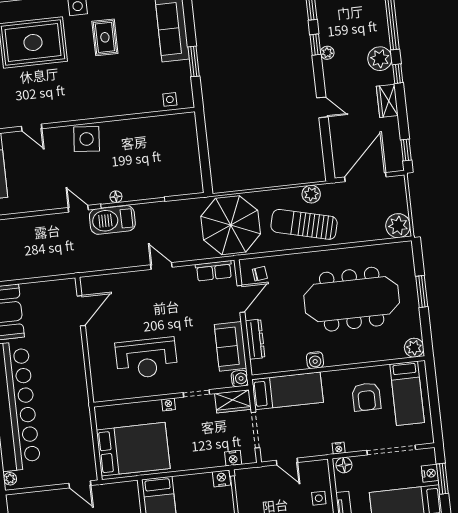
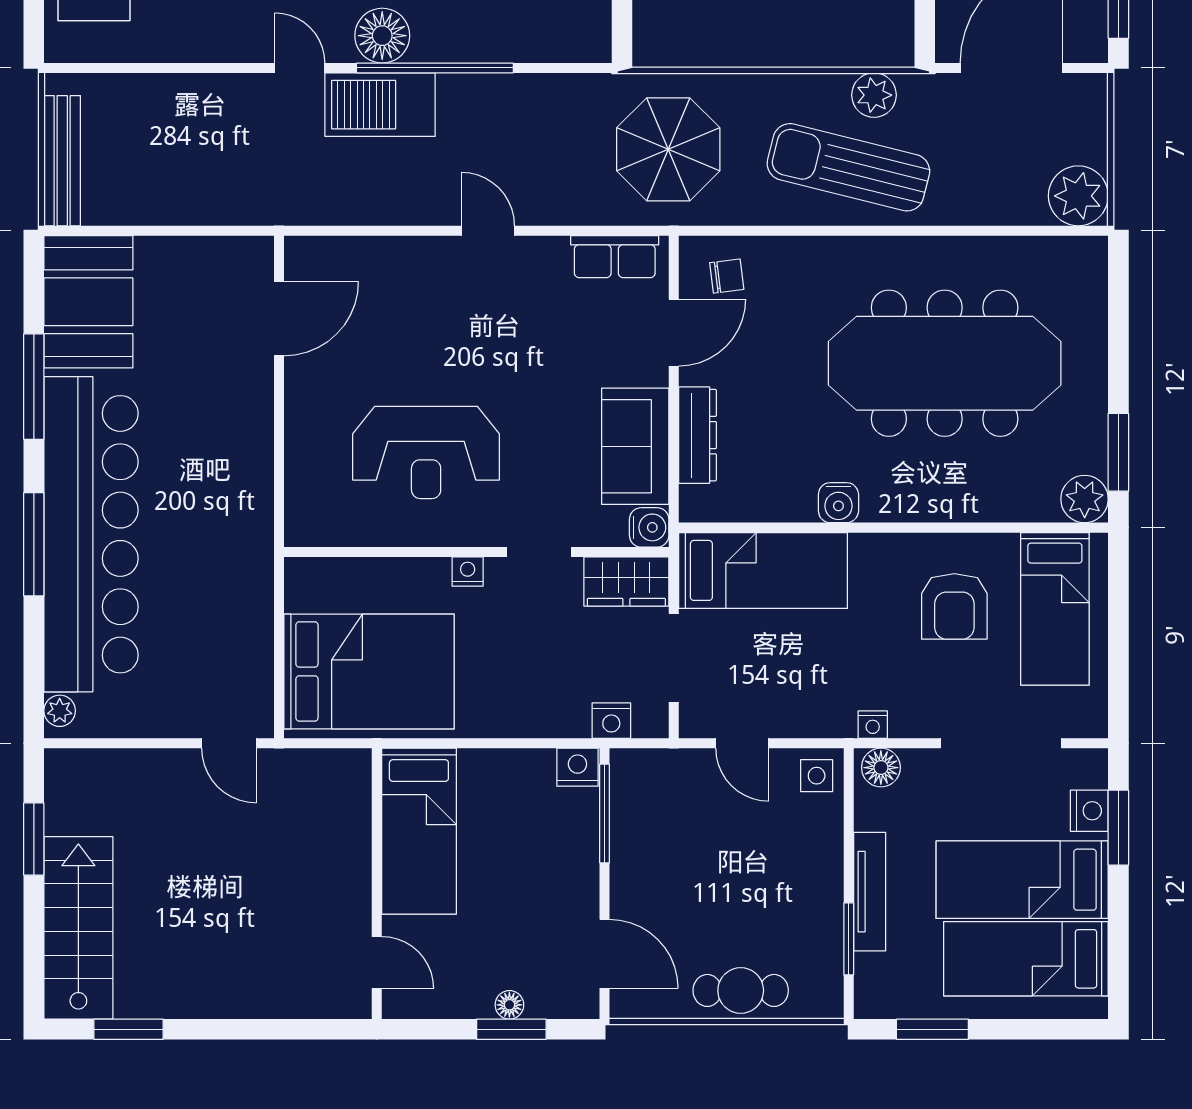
floor lamp: (116, 197) -> (382, 36), width x1.89, depth x1.89
parasol: (231, 225) -> (668, 149), width x0.73, depth x0.73
window: (422, 291) -> (1118, 452), moved
side table: (319, 498) -> (817, 776), moved

